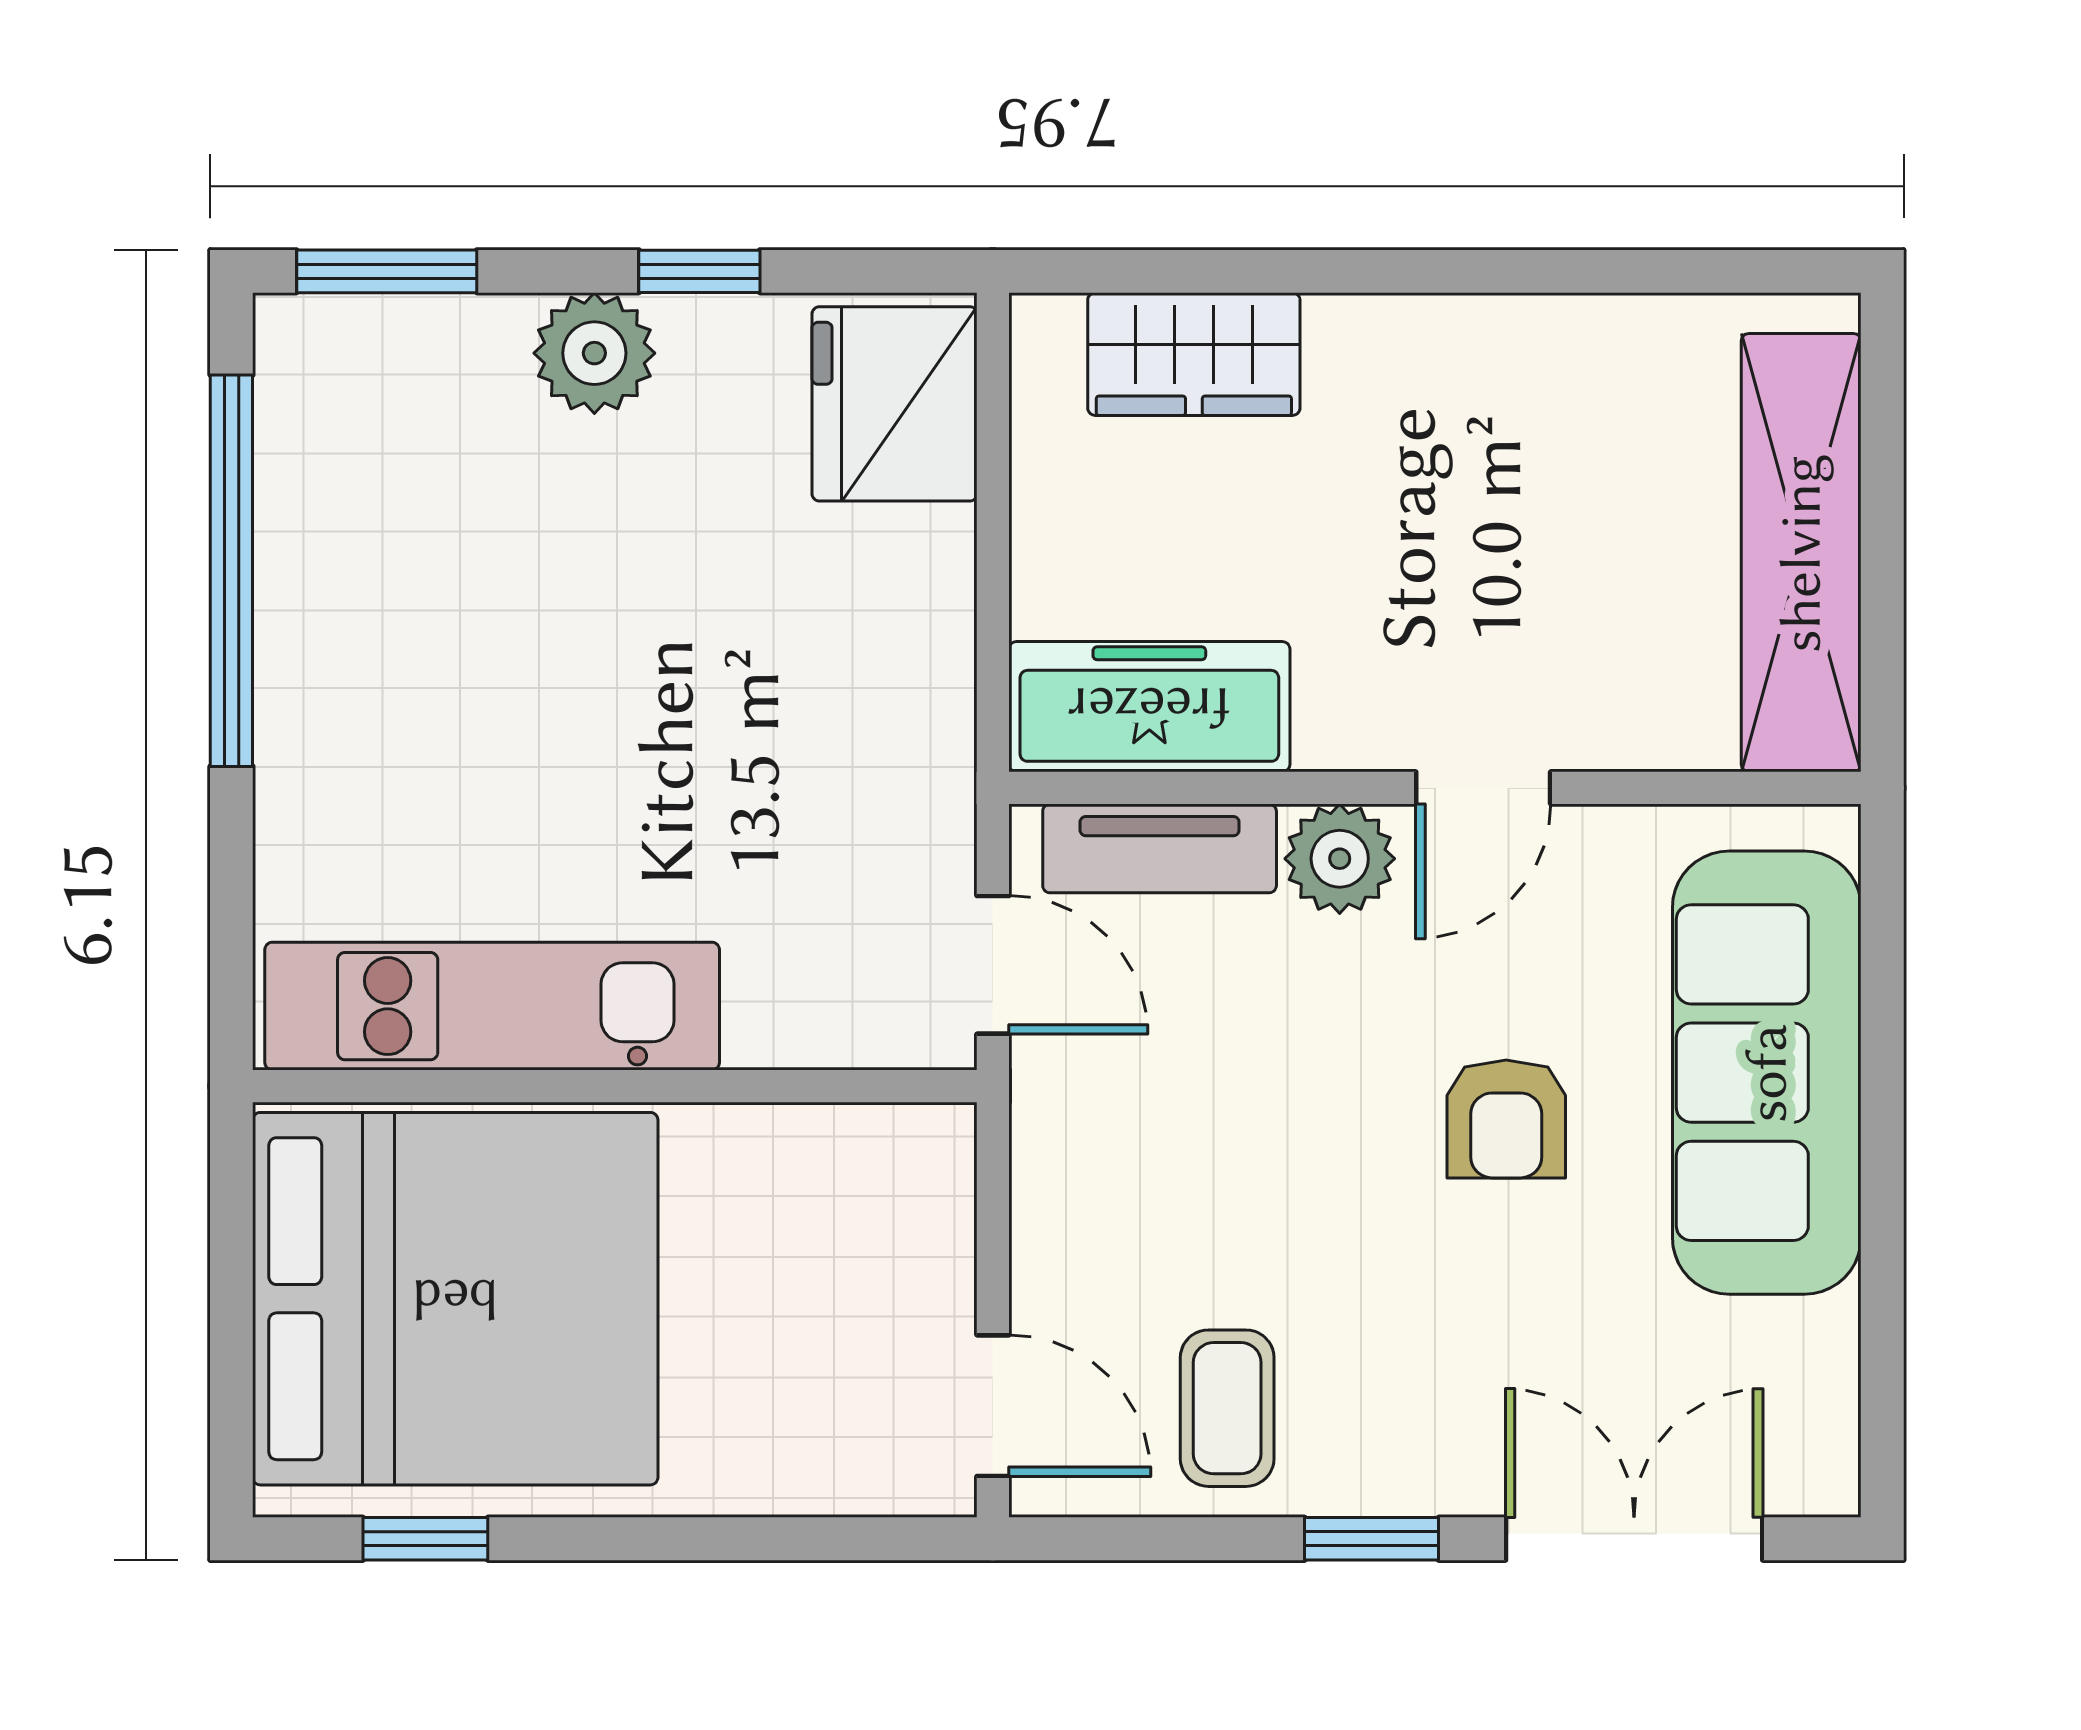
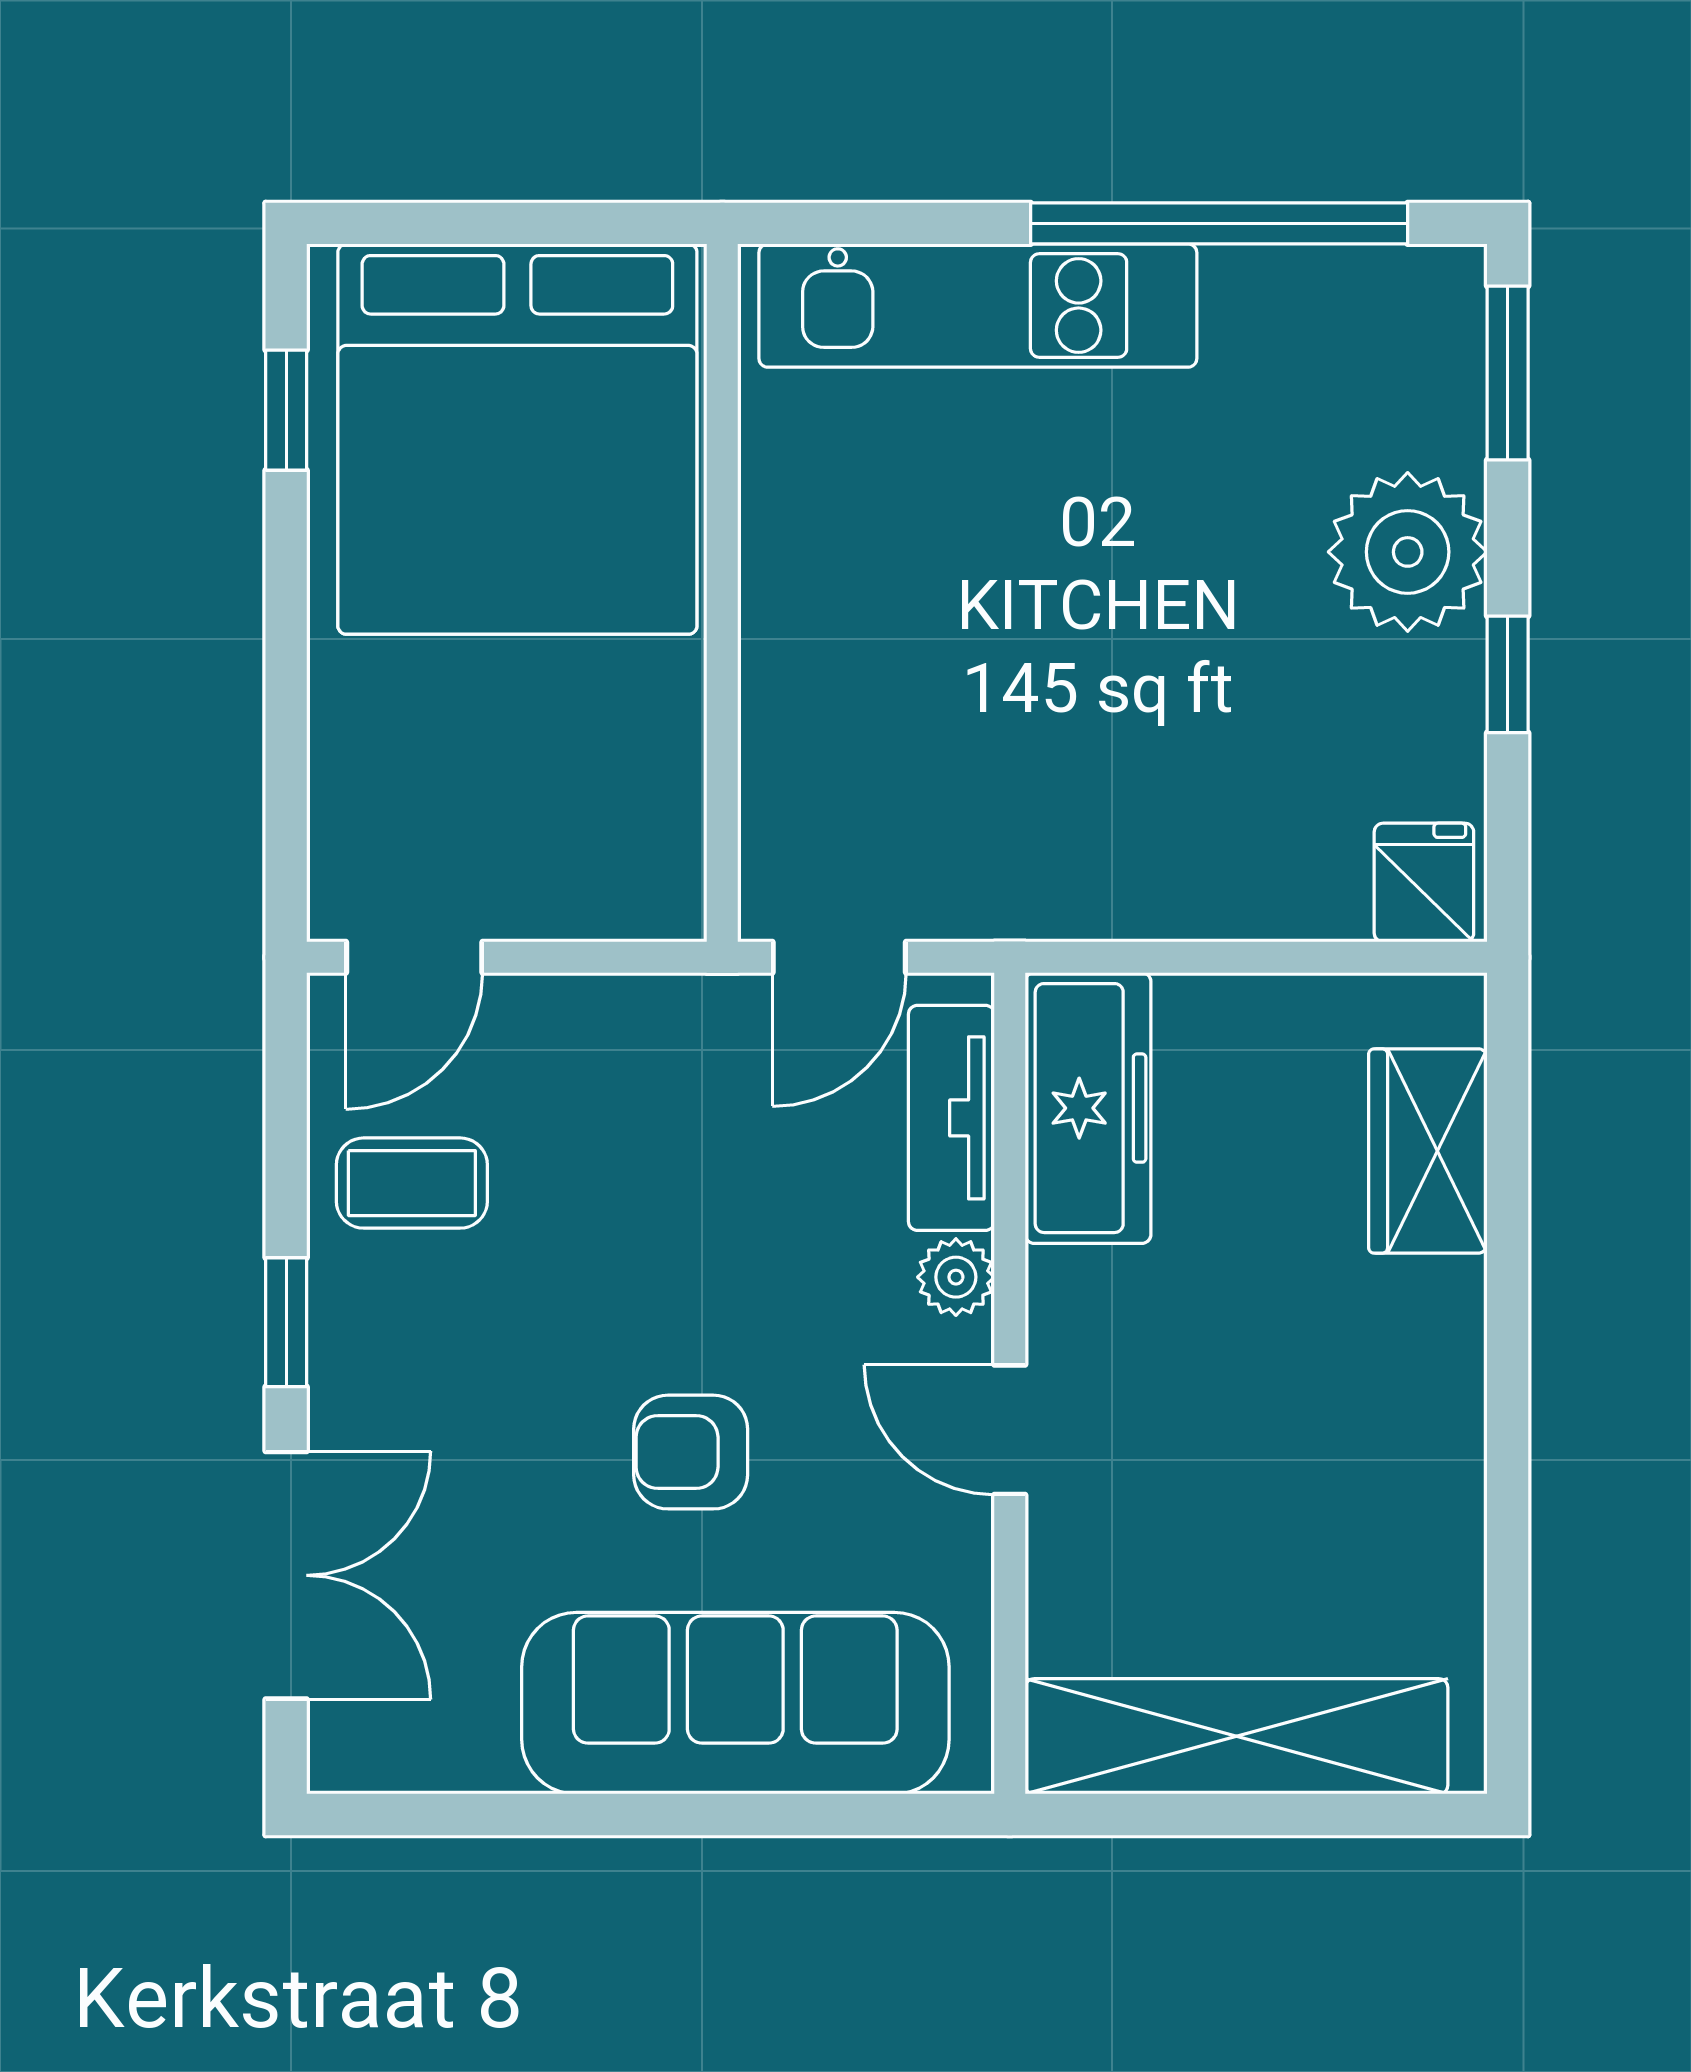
plant: (594, 353) -> (1408, 552), width x1.36, depth x1.36
fridge: (895, 404) -> (1424, 883), width x0.53, depth x0.75
plant: (1340, 859) -> (956, 1277), width x0.73, depth x0.73
kitchen unit: (492, 1006) -> (978, 306), moved, turned 90

